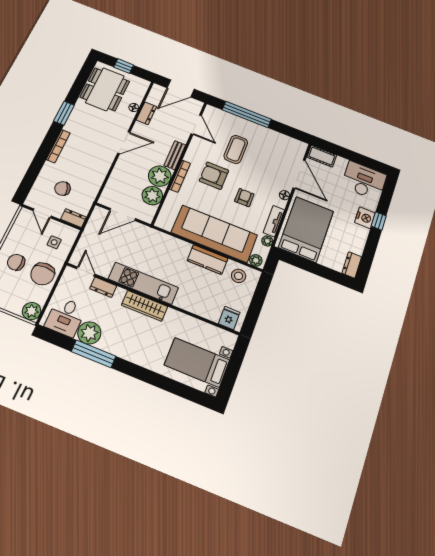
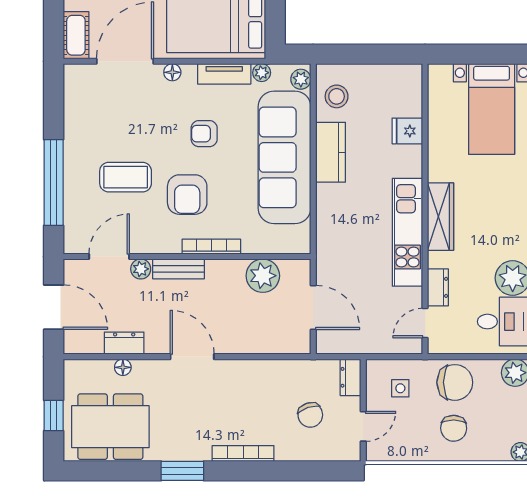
plant: (160, 176) -> (141, 269), moved, width x0.53, depth x0.53
fridge: (229, 318) -> (407, 131), moved

